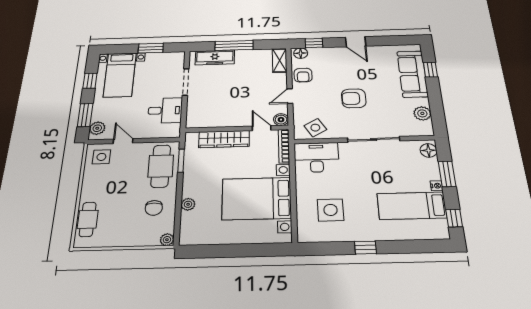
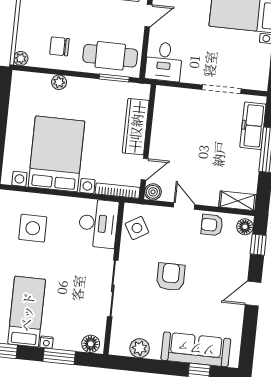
desk: (165, 110) -> (164, 62), moved

